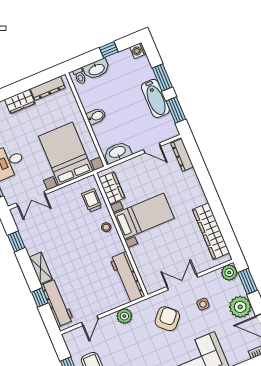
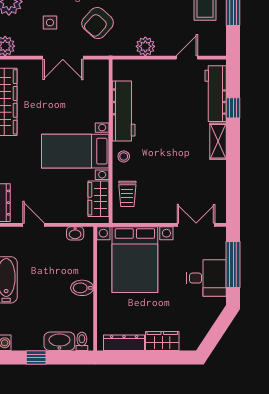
washbasin: (117, 152) -> (75, 233), width x0.52, depth x0.69
window: (16, 241) -> (233, 183), removed
workbench: (127, 277) -> (124, 111), moved

